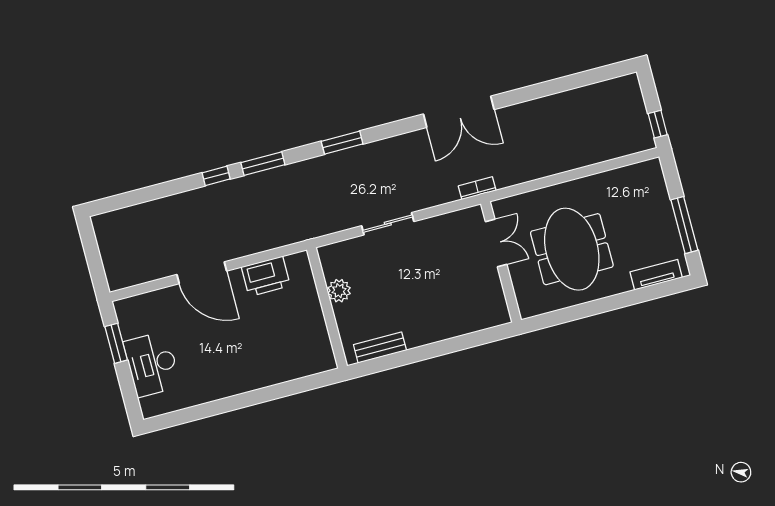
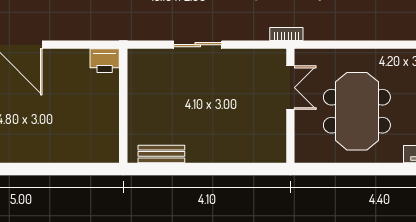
printer: (266, 276) -> (105, 61), moved, width x0.73, depth x0.84
plant: (339, 291) -> (138, 93), removed

